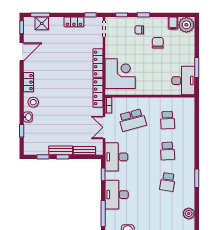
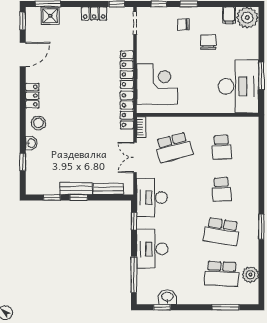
desk: (183, 81) -> (238, 86), width x1.36, depth x1.30
school desk: (168, 182) -> (222, 232), width x1.85
school desk: (168, 213) -> (222, 274), added

